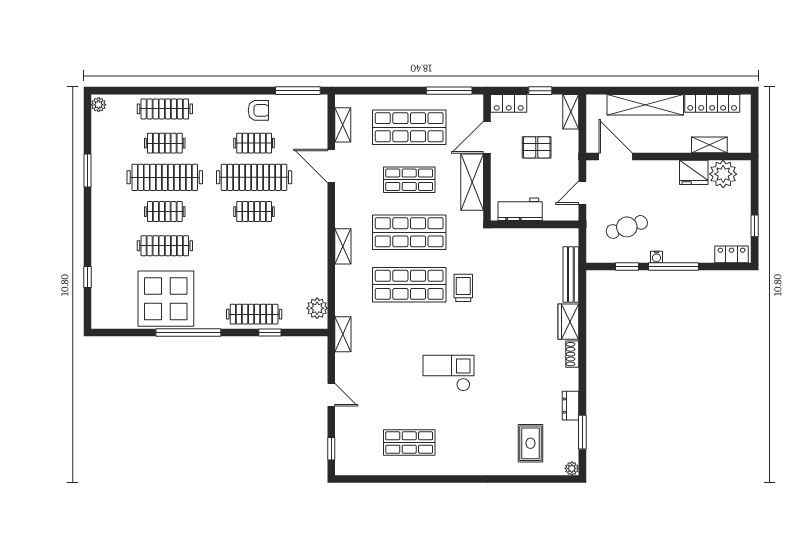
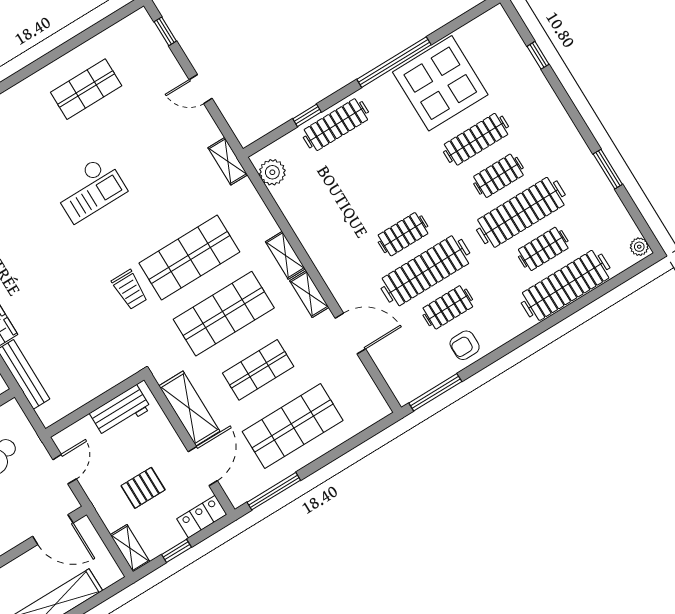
clothes rail: (165, 109) -> (566, 285), width x1.37, depth x1.31
shelving: (343, 125) -> (309, 294), moved

